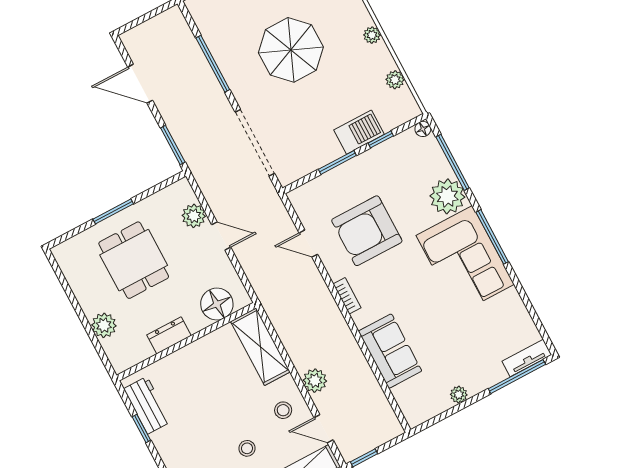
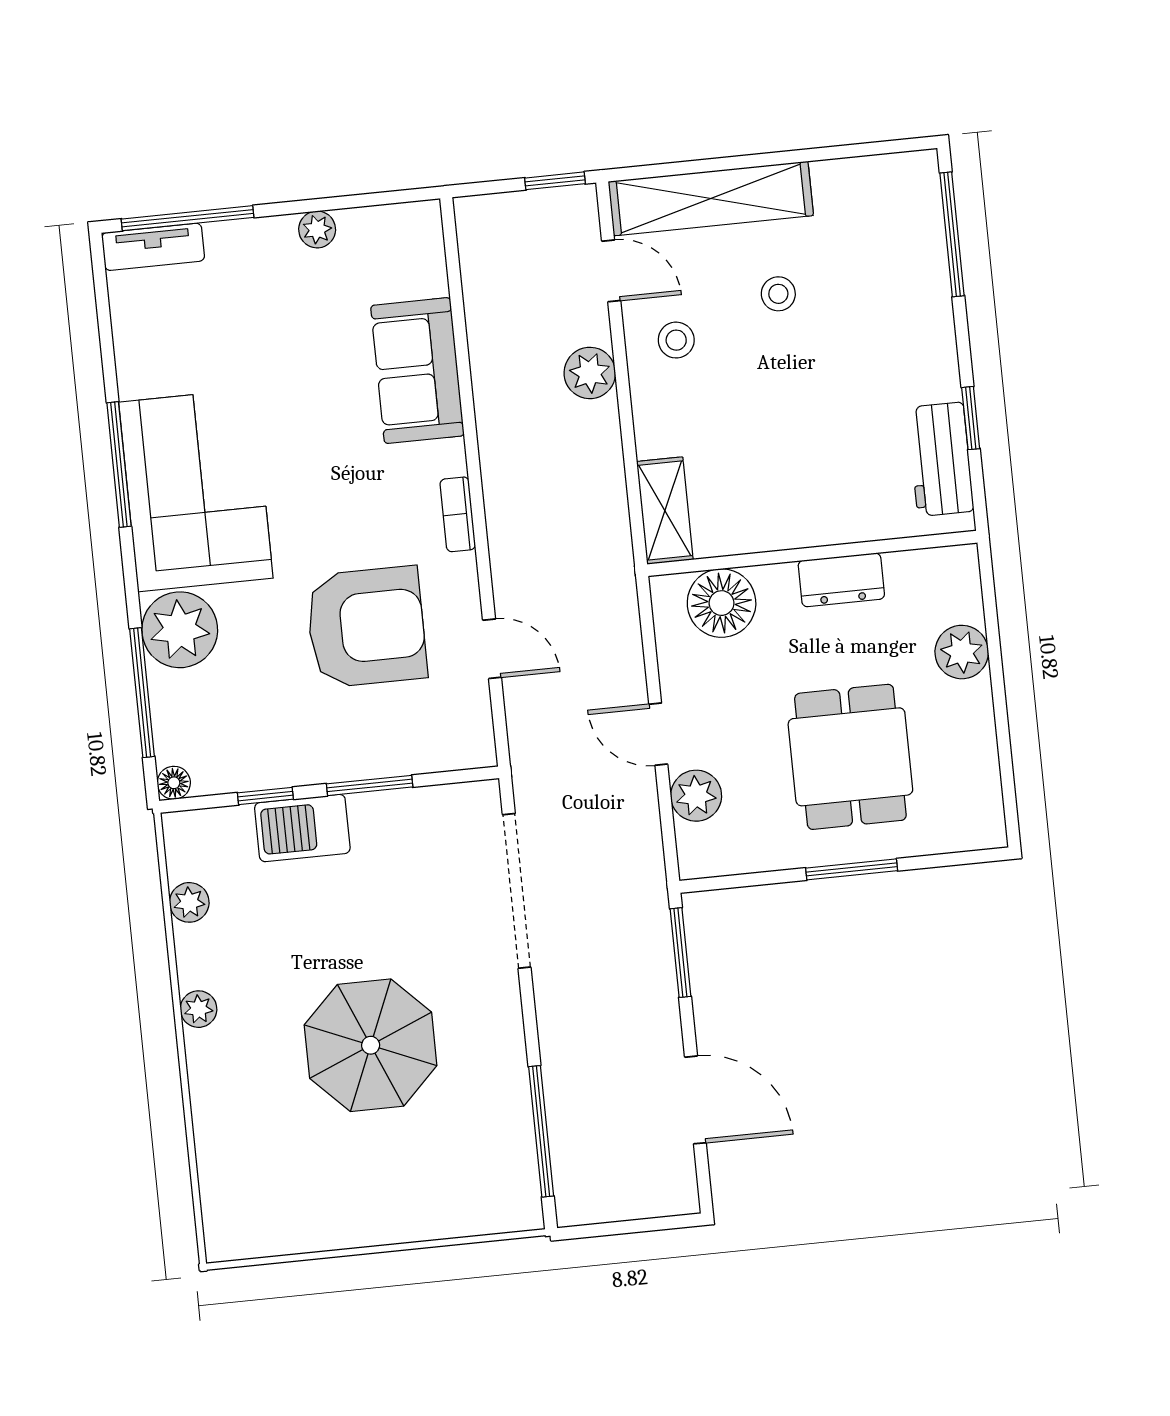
window: (213, 64) -> (541, 1131), moved
window: (492, 237) -> (119, 464), moved
shelving: (260, 347) -> (665, 511), width x0.67, depth x0.75

